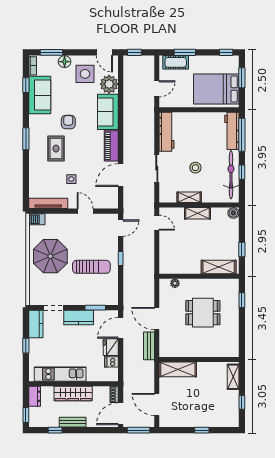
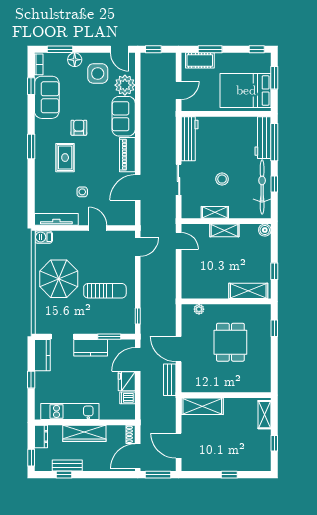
window: (121, 259) -> (138, 316), moved
dining table: (203, 313) -> (230, 342), turned 90
bench: (73, 422) -> (67, 466), moved

